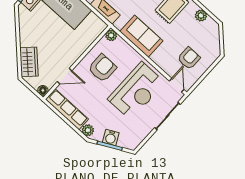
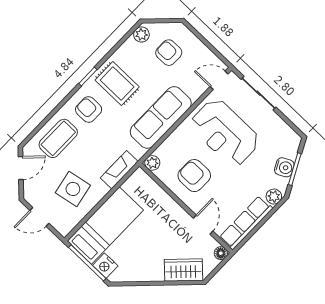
plant: (201, 16) -> (141, 35), moved
sofa: (141, 36) -> (161, 117), width x1.36
armchair: (189, 58) -> (169, 53), moved
reception desk: (136, 91) -> (225, 133), turned 180

